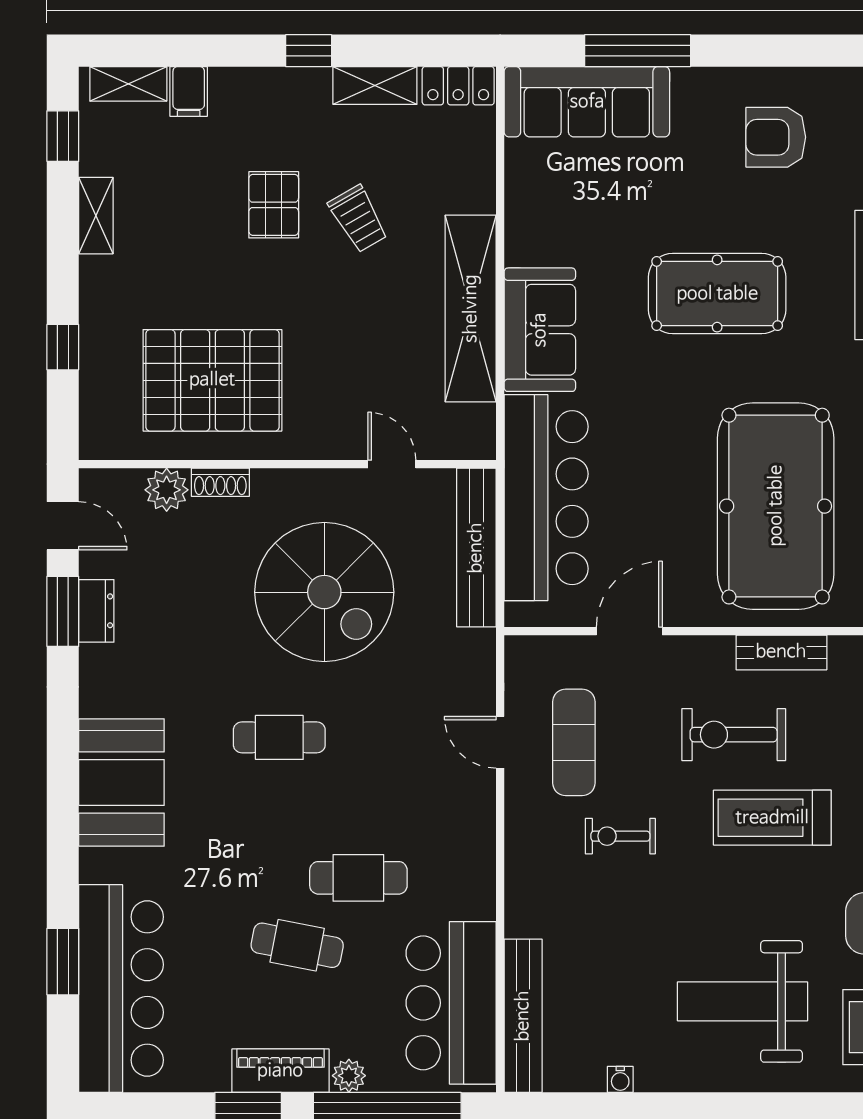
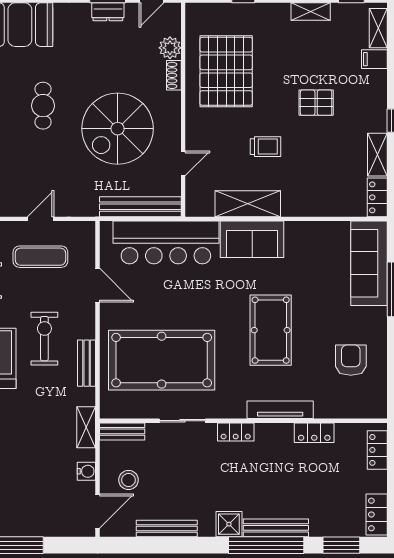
trolley: (358, 219) -> (266, 147), moved, turned -150
shelving: (471, 309) -> (248, 204), width x0.68

